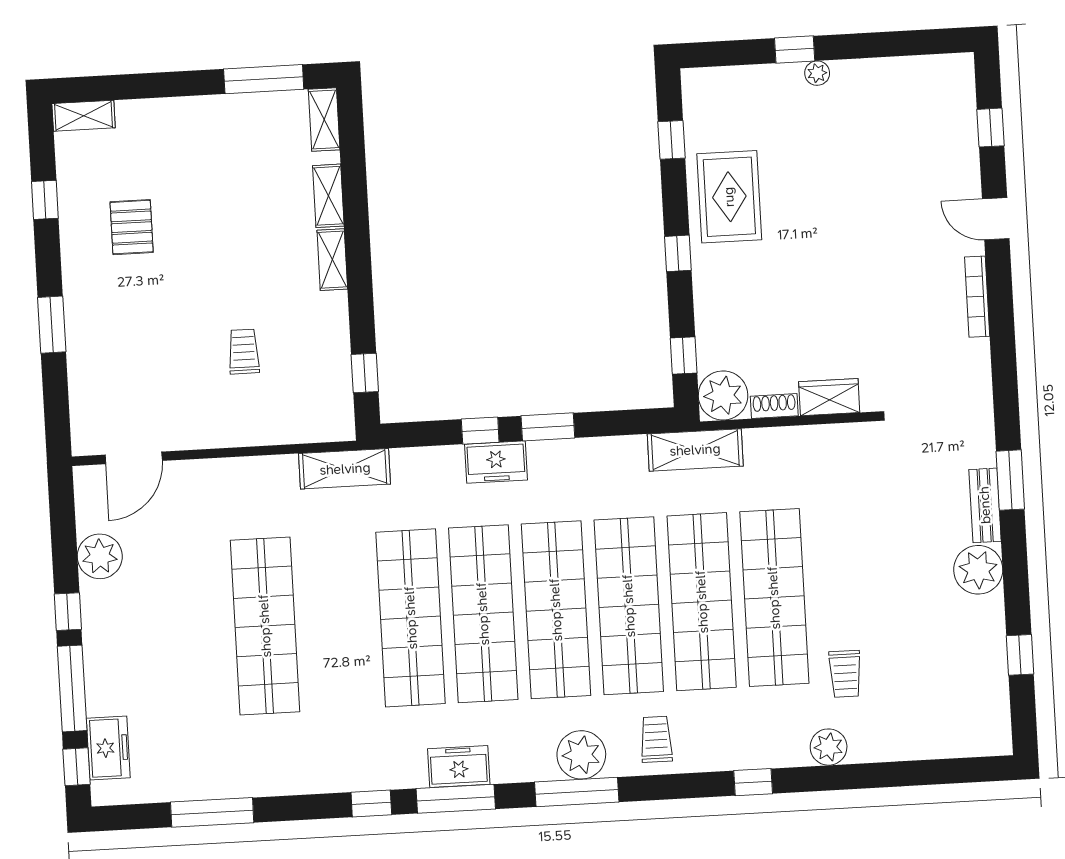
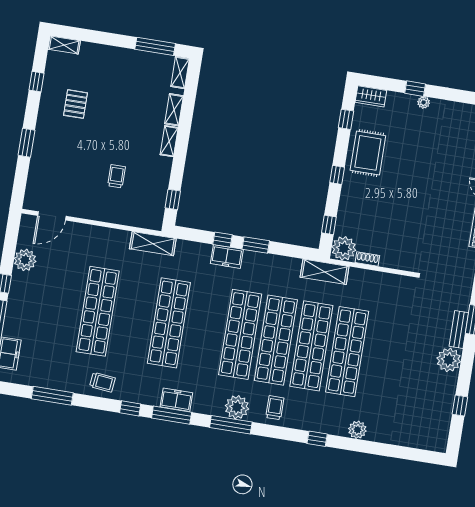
wardrobe: (829, 397) -> (371, 96), moved, turned 180
shop shelf: (483, 614) -> (205, 329), removed
trolley: (845, 674) -> (102, 382), moved, turned -84

